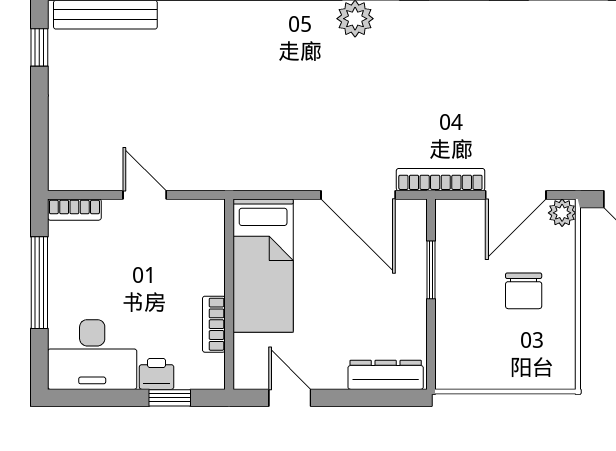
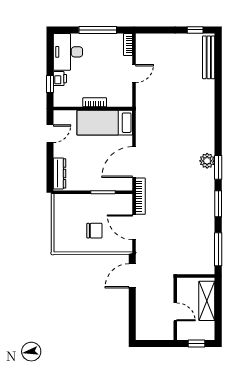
plant: (562, 213) -> (127, 247), removed
chair: (524, 291) -> (94, 231), turned 180
bookcase: (214, 324) -> (95, 102), moved

